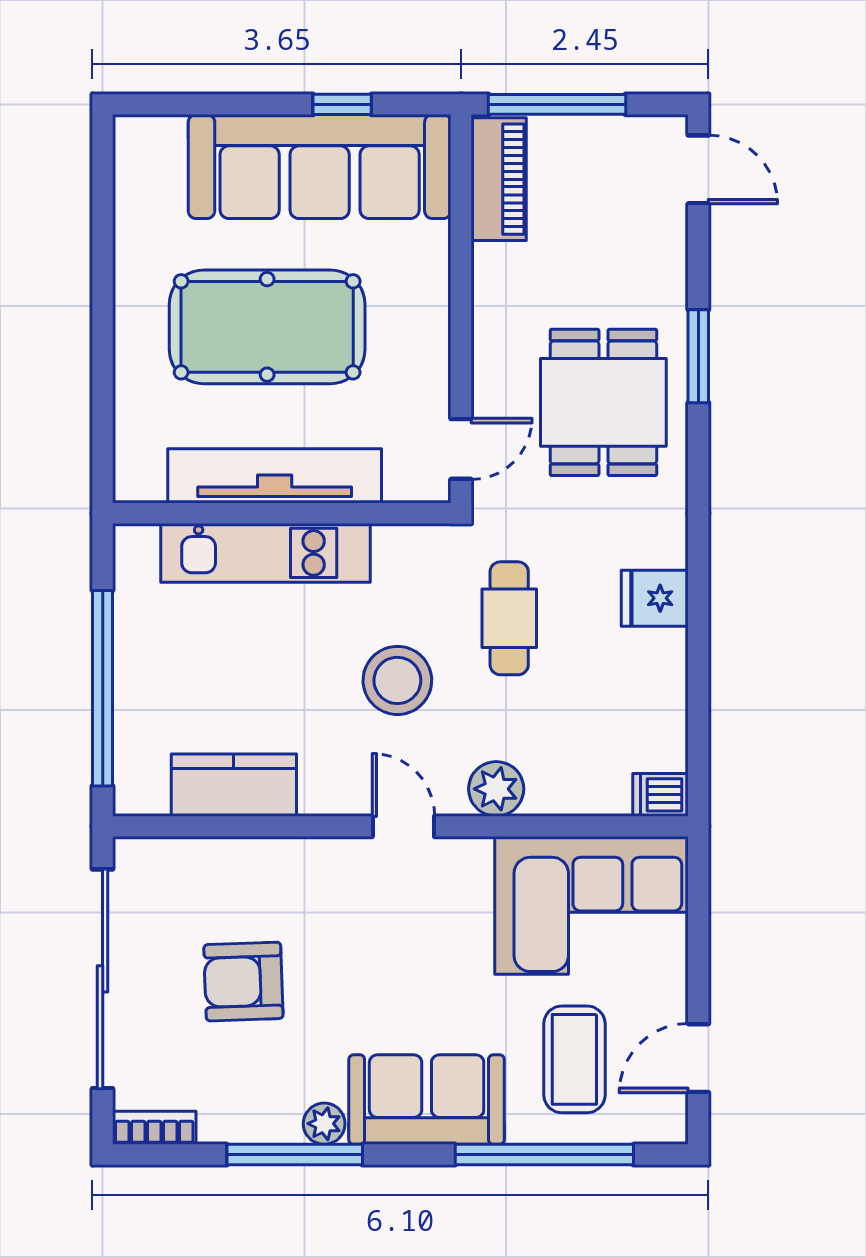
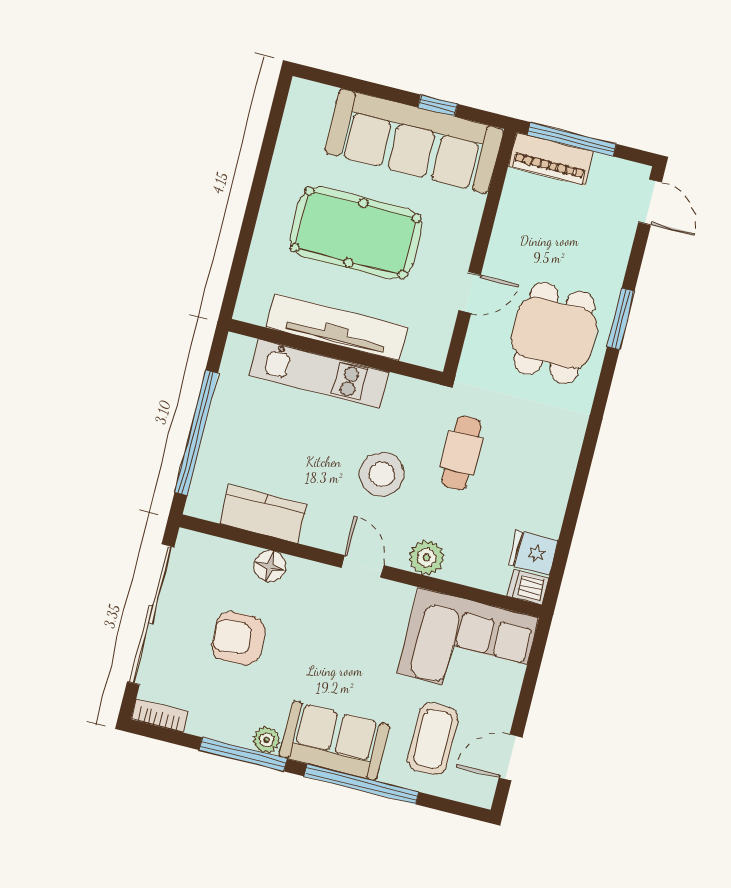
piano: (499, 179) -> (551, 159), moved, turned 90
door: (461, 449) -> (470, 293), moved
fridge: (655, 598) -> (533, 553), moved
floor lamp: (263, 861) -> (270, 566), added
window: (544, 1155) -> (361, 784), moved

